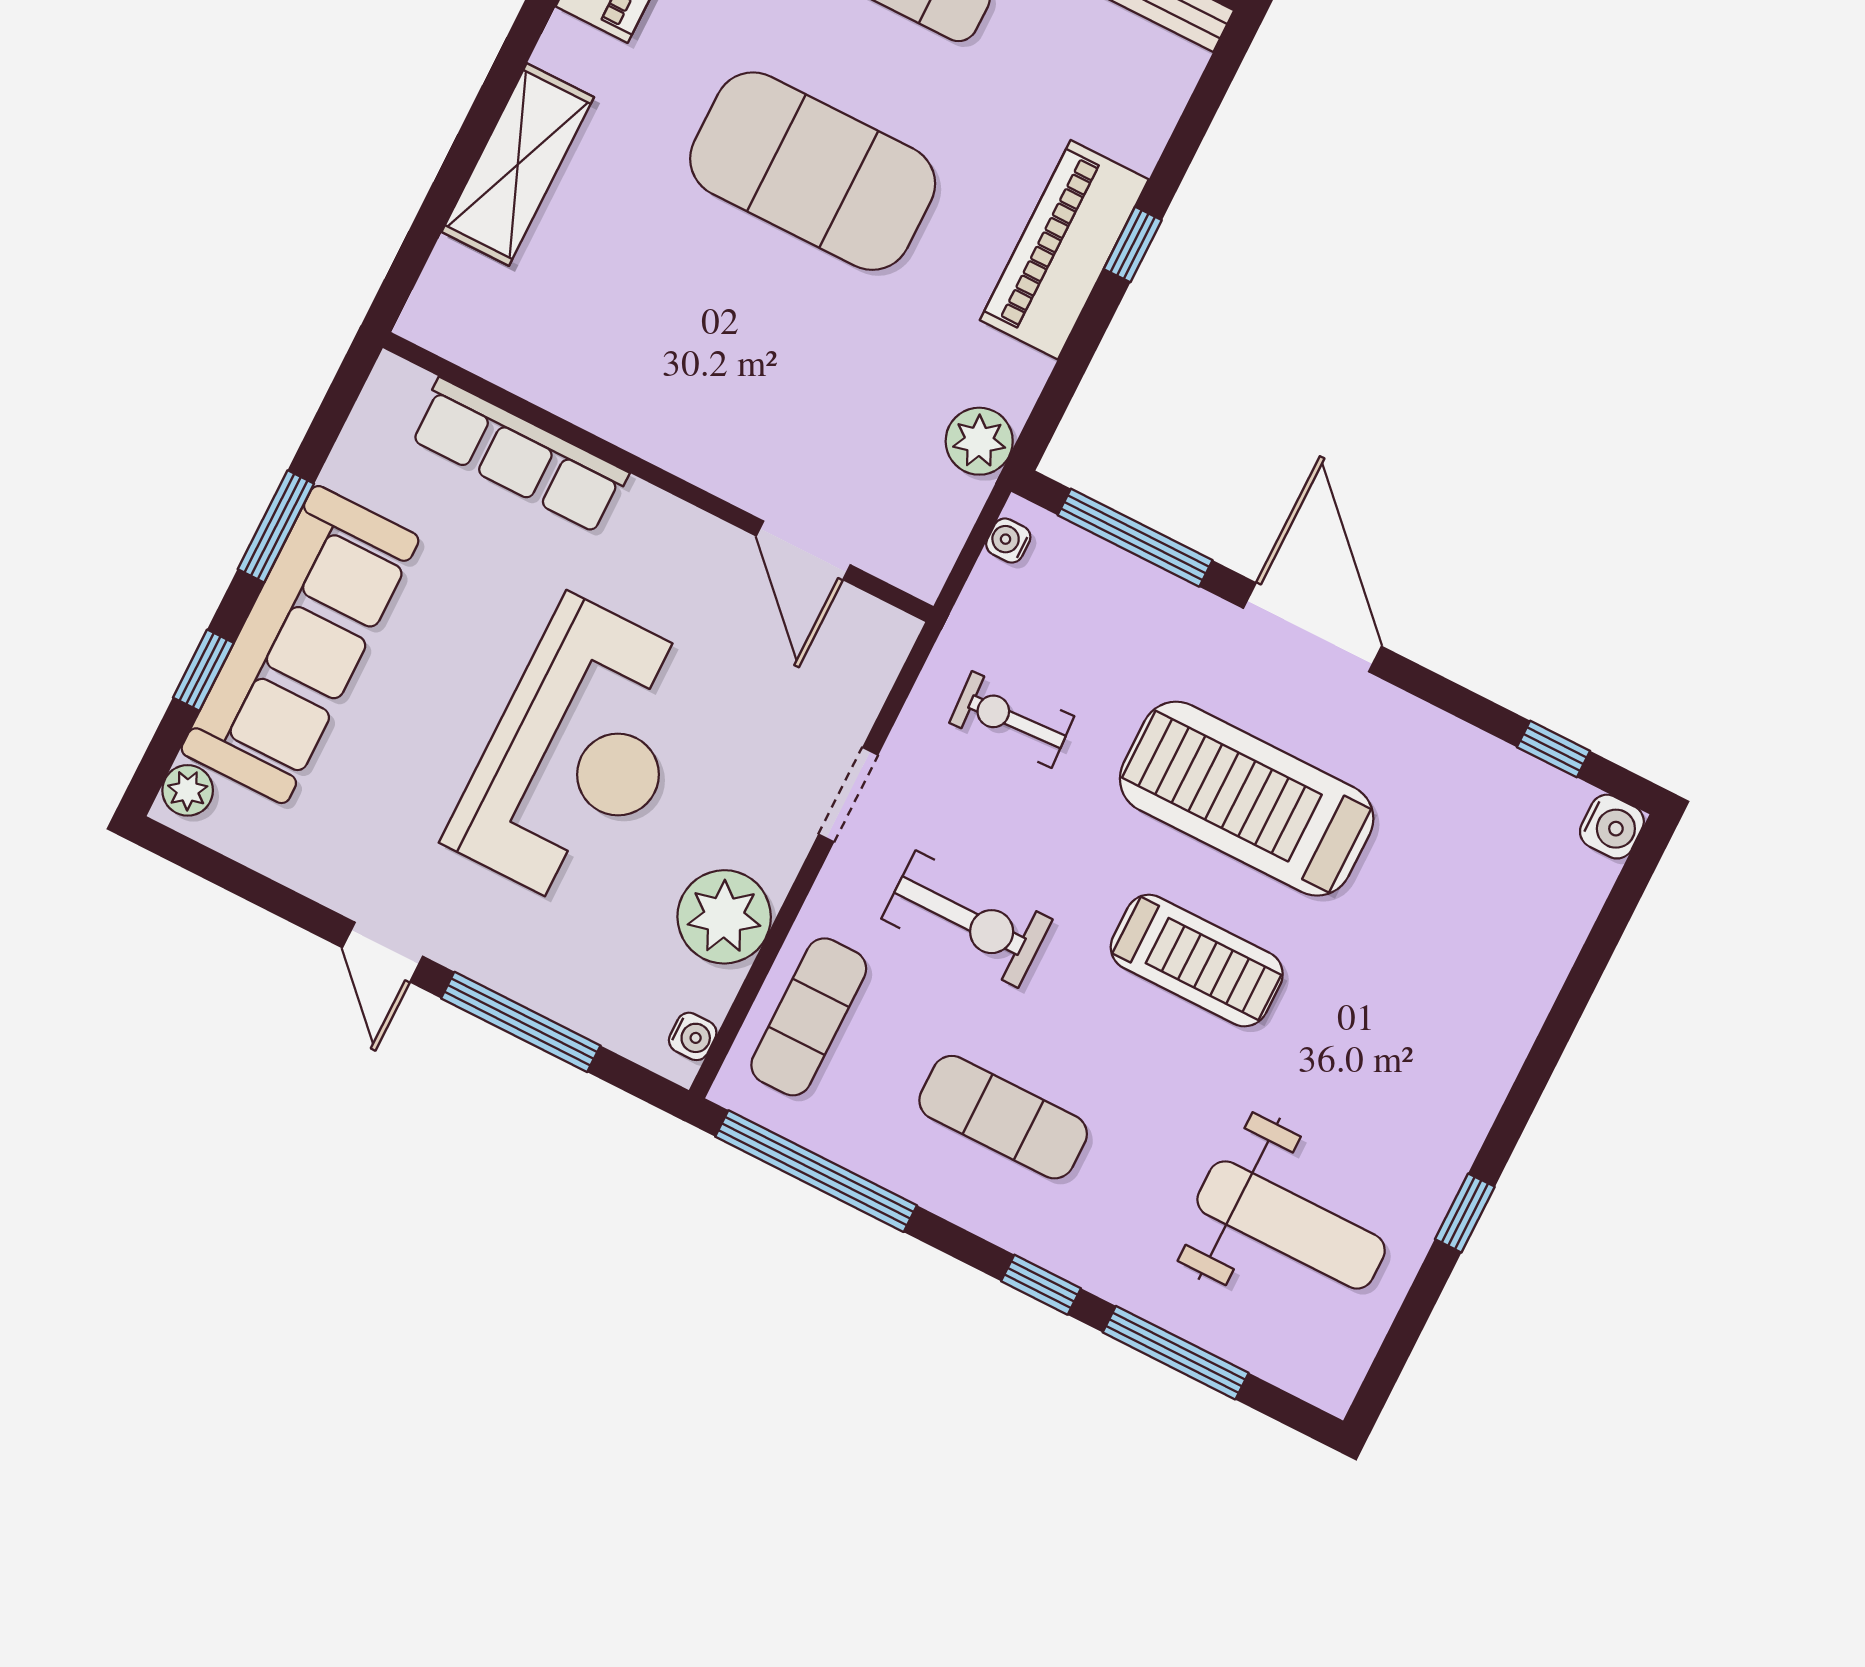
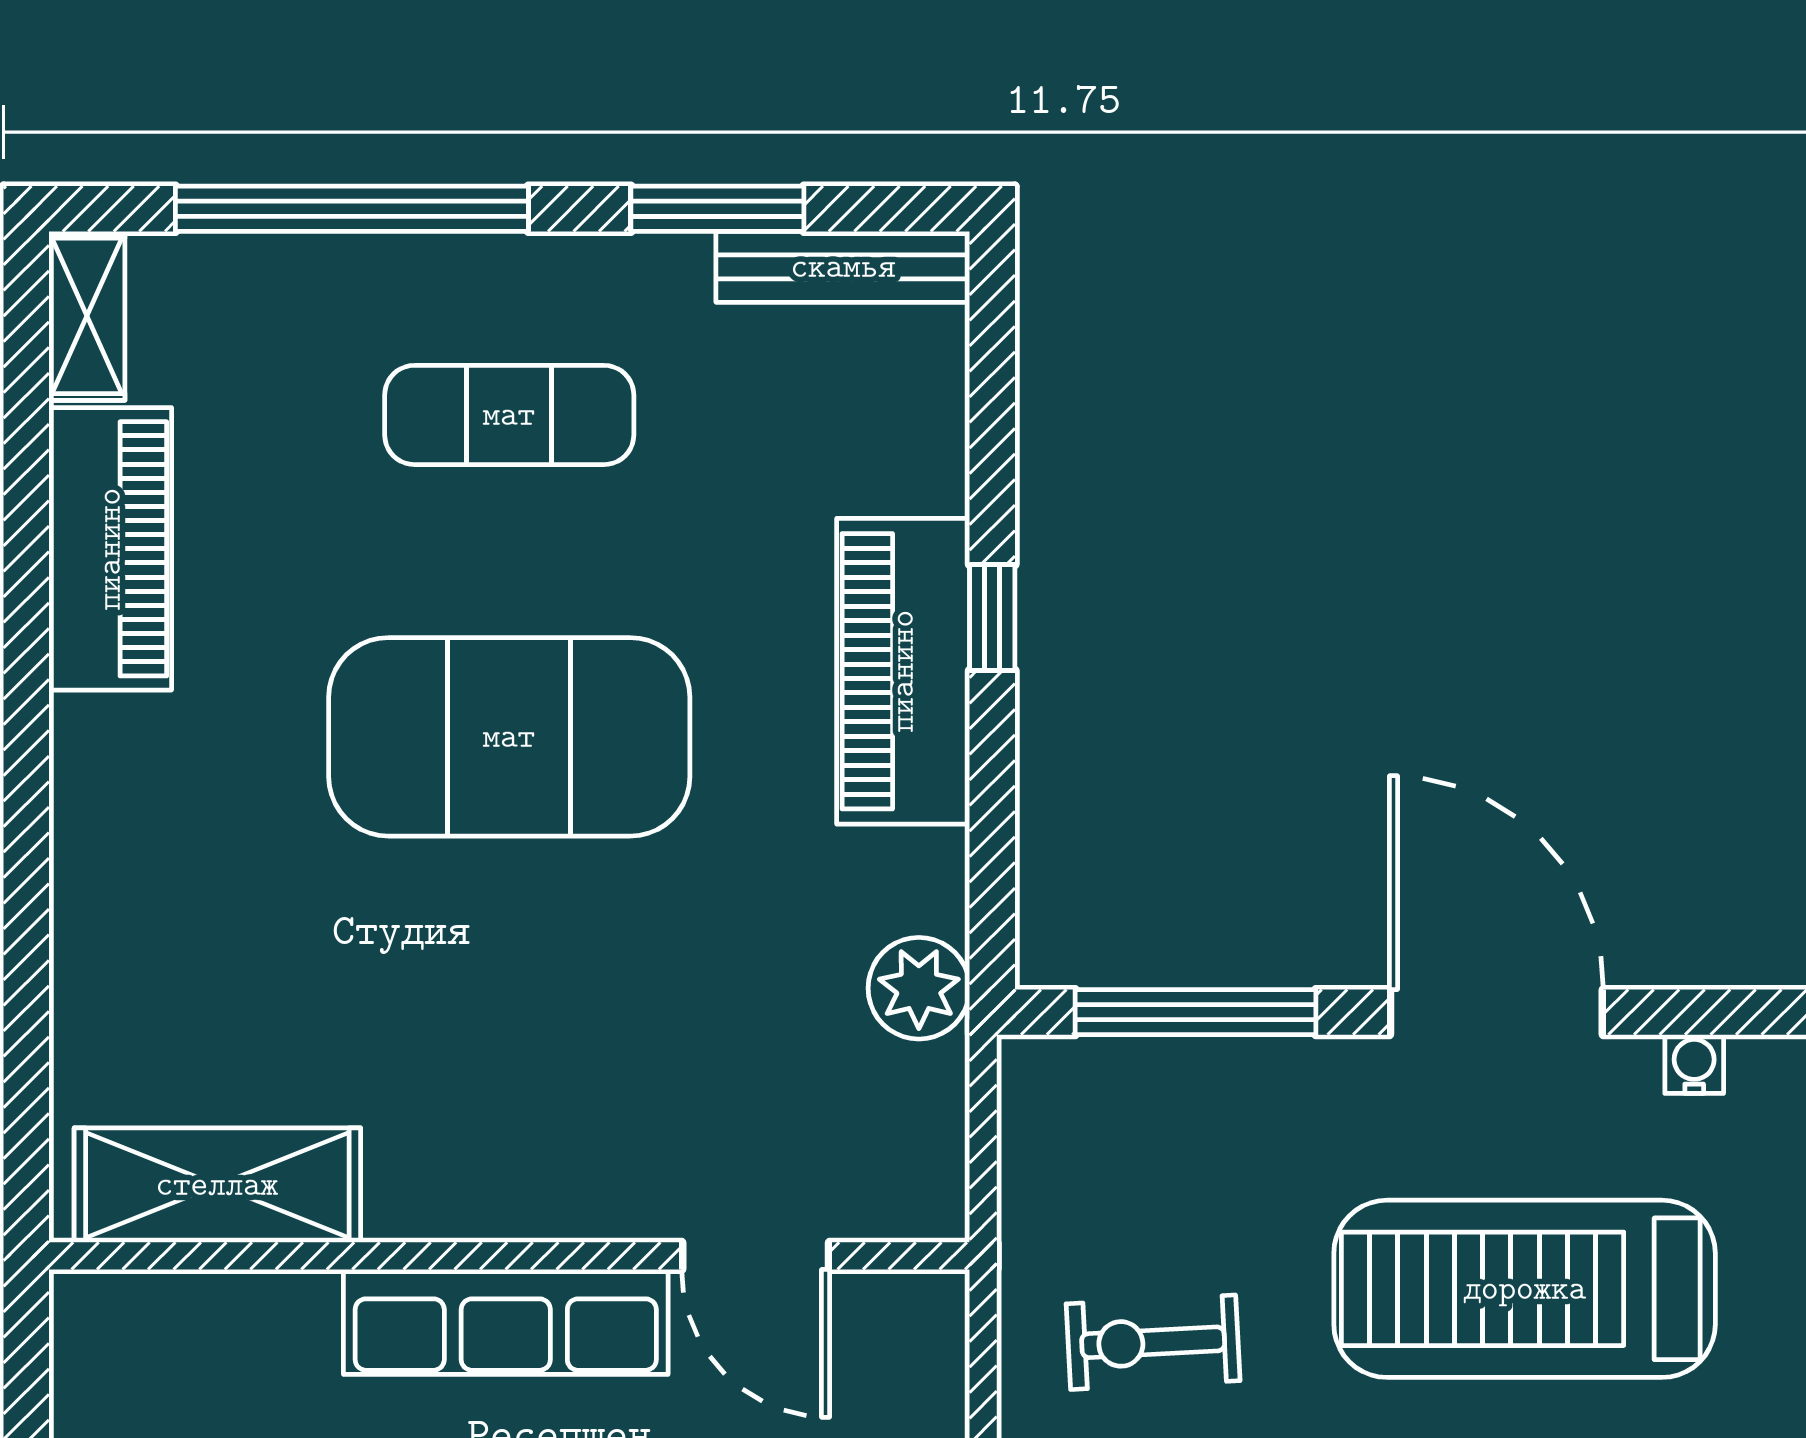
shelving: (518, 165) -> (217, 1185), moved, turned 90
row of seats: (519, 456) -> (506, 1322), moved
water cooler: (1008, 541) -> (1694, 1064), moved, turned 90

